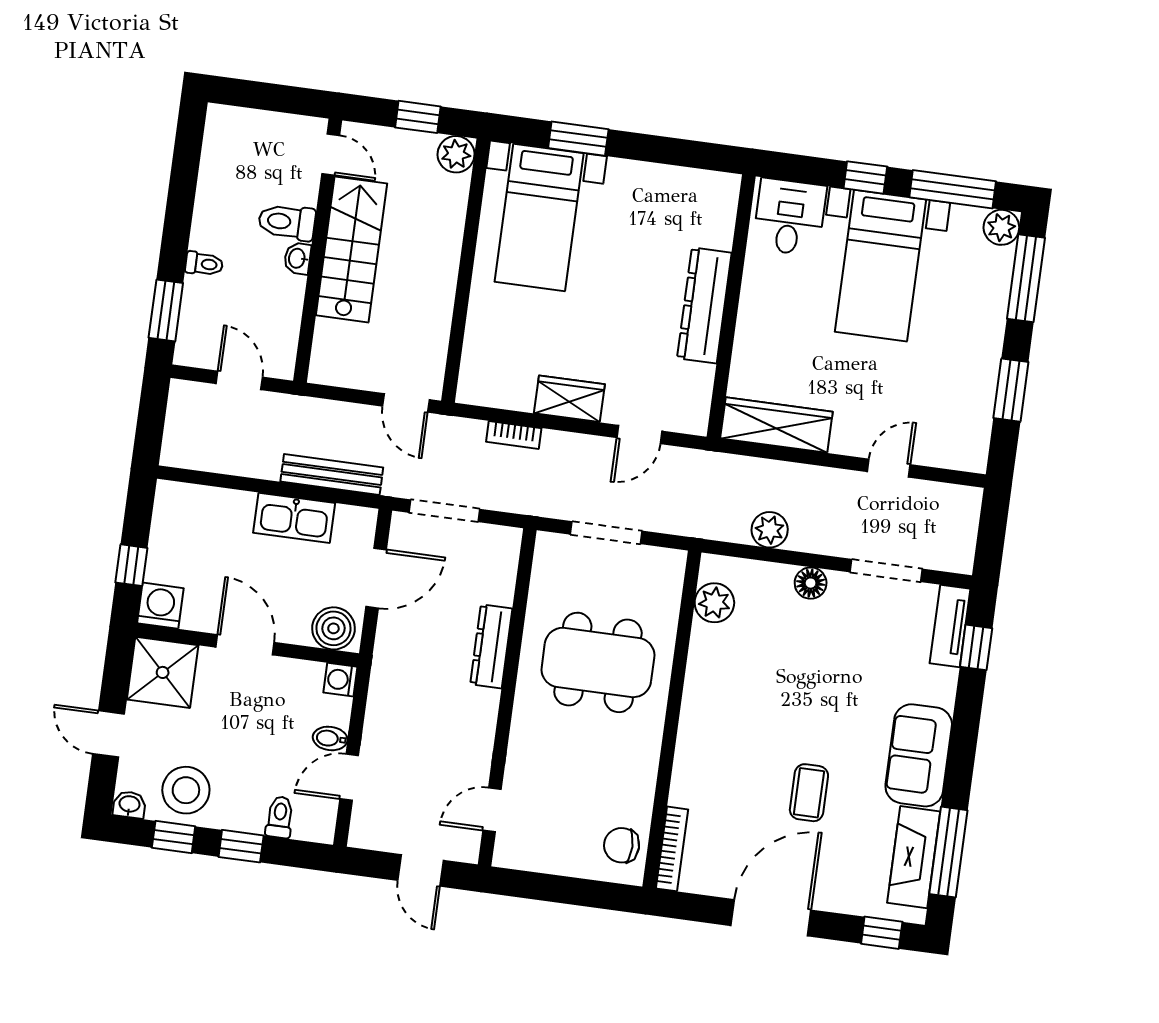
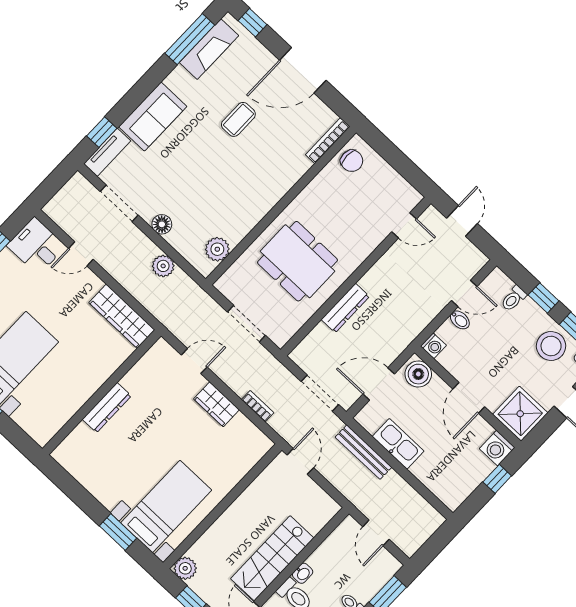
desk: (790, 217) -> (36, 246), moved, turned 90
dresser: (704, 305) -> (107, 408), width x0.73, depth x0.80
sofa: (919, 755) -> (153, 117), moved

